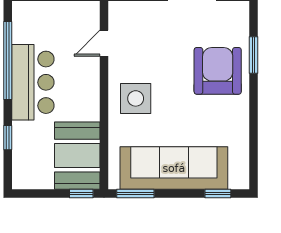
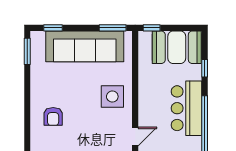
window: (253, 55) -> (27, 51), moved
armchair: (218, 71) -> (53, 116), width x0.53, depth x0.53
booth: (77, 156) -> (177, 47), moved, turned 90

